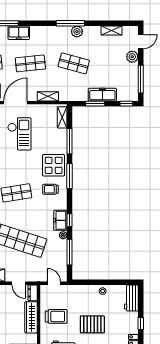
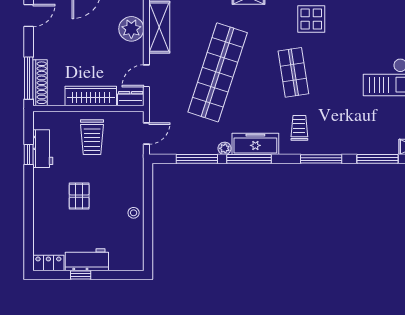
display table: (54, 165) -> (338, 133), removed
freezer: (60, 220) -> (255, 144), width x1.40
window: (70, 220) -> (249, 159), width x2.17
workbench: (131, 298) -> (87, 260), moved
pallet: (92, 324) -> (79, 196), width x0.67, depth x0.71

